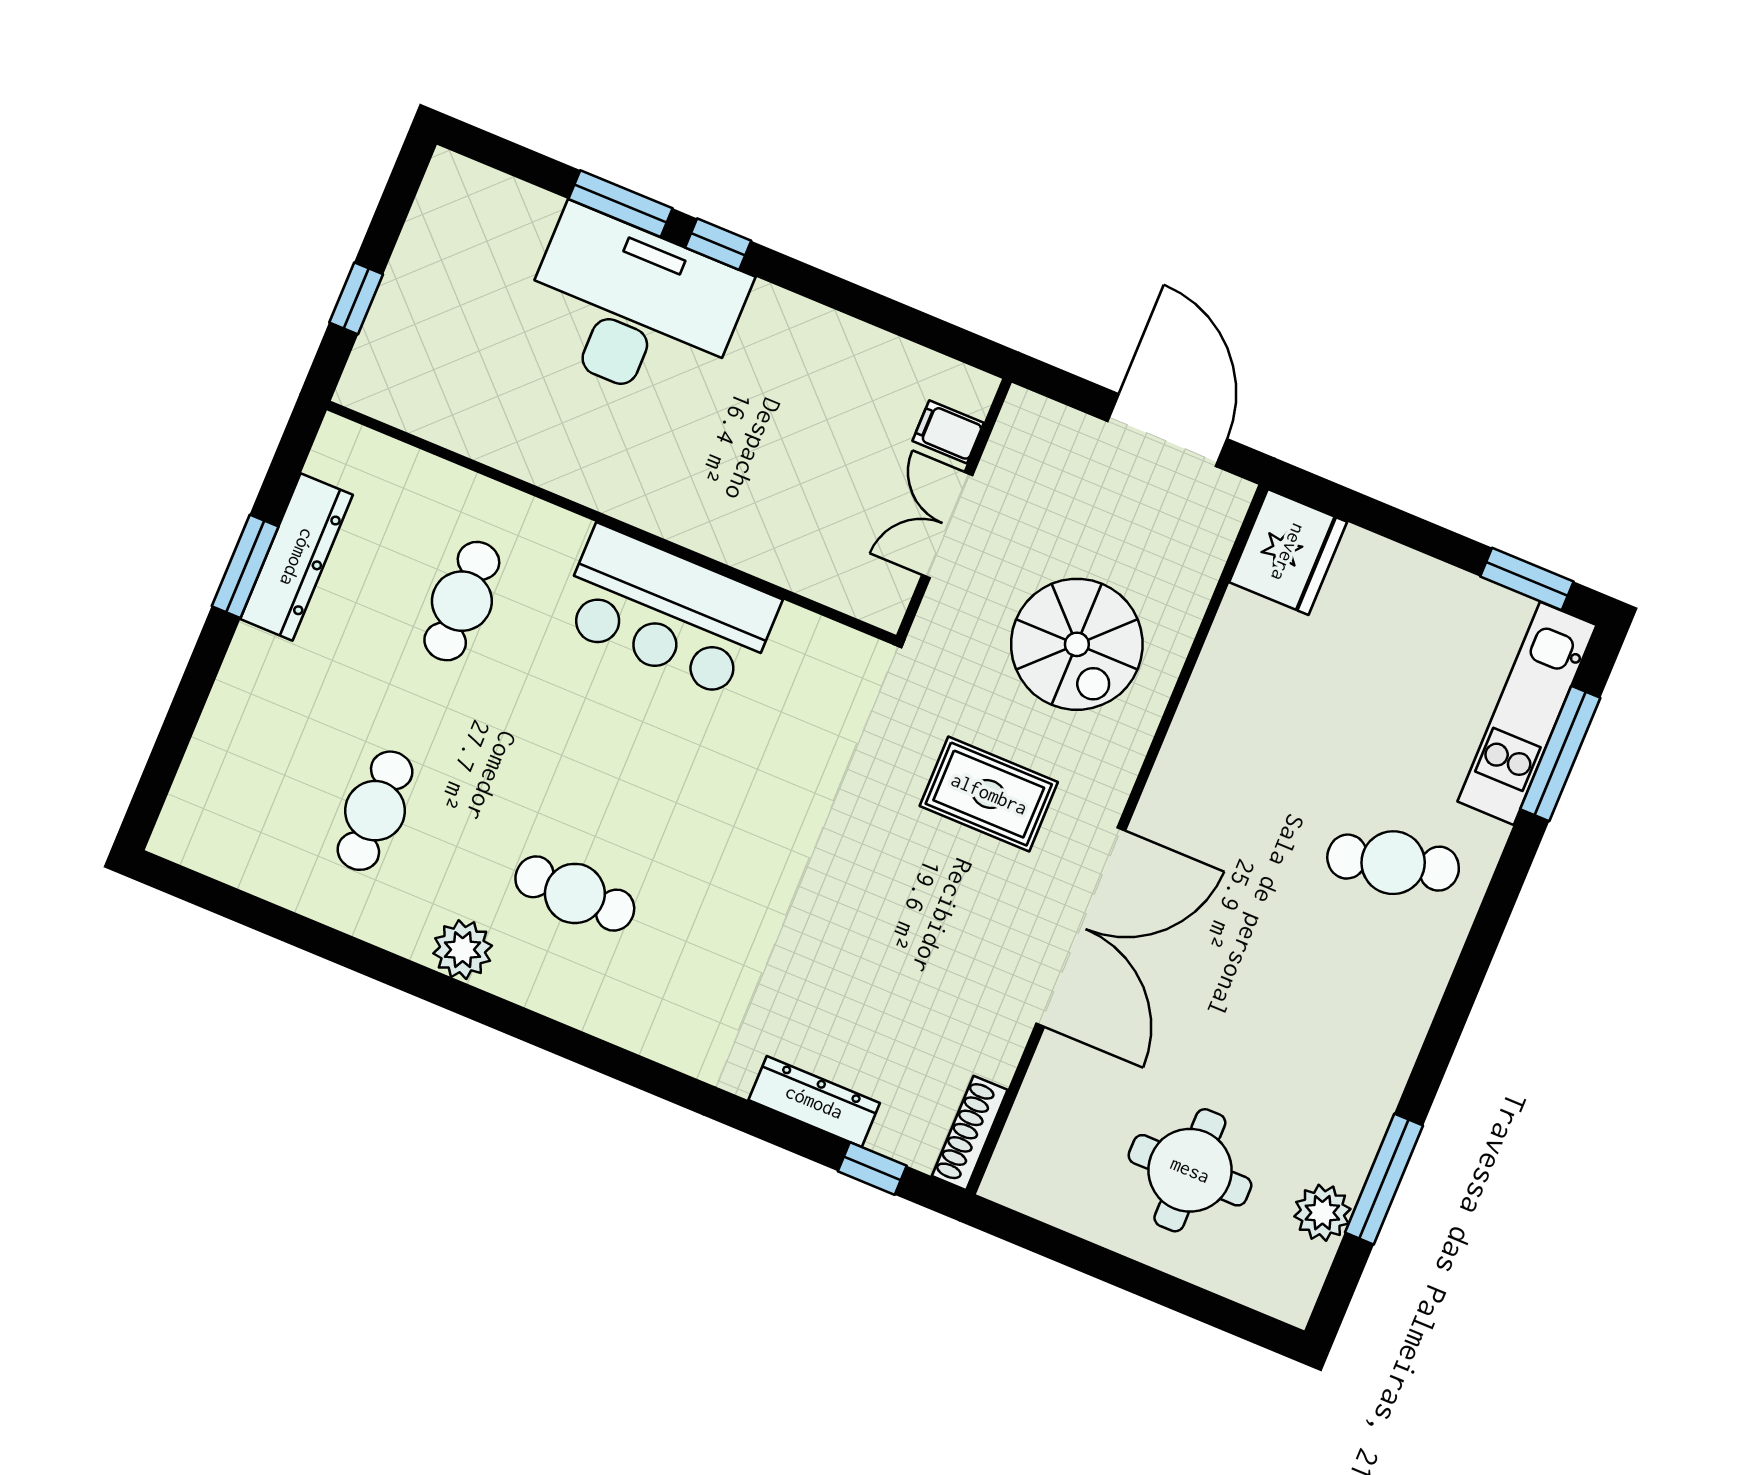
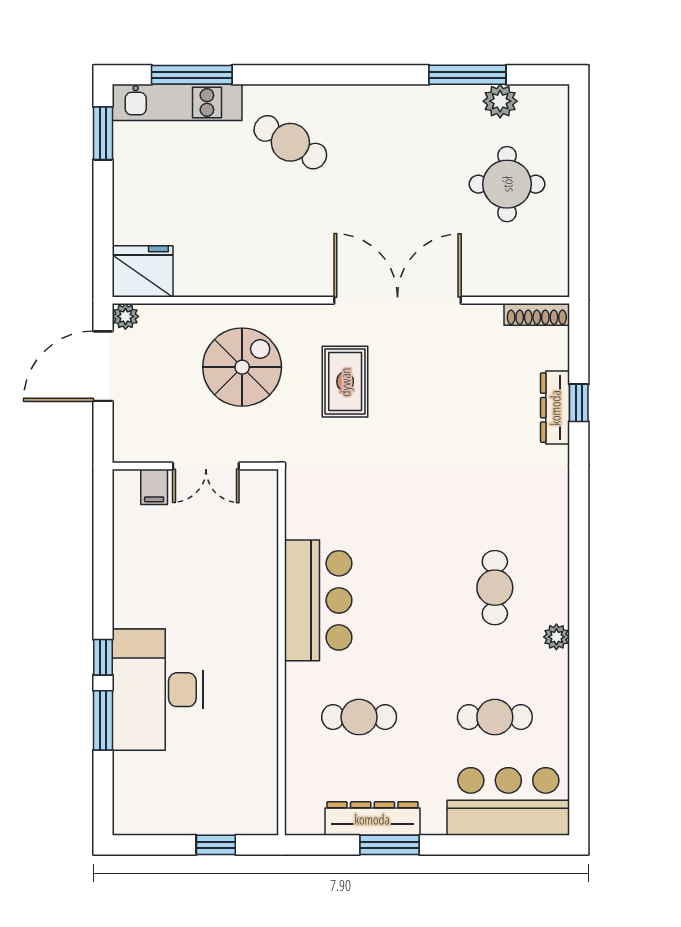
plant: (1230, 497) -> (125, 316), added
bar counter: (236, 777) -> (508, 802), added
cafe table: (1393, 863) -> (290, 142), turned -45
plant: (463, 950) -> (556, 637), width x0.73, depth x0.73
window: (872, 1168) -> (579, 403), moved

